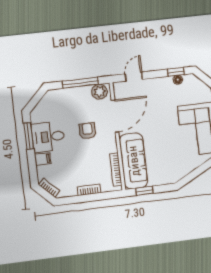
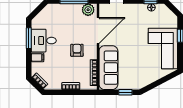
armchair: (87, 131) -> (77, 50), moved
window: (144, 191) -> (125, 92), moved

